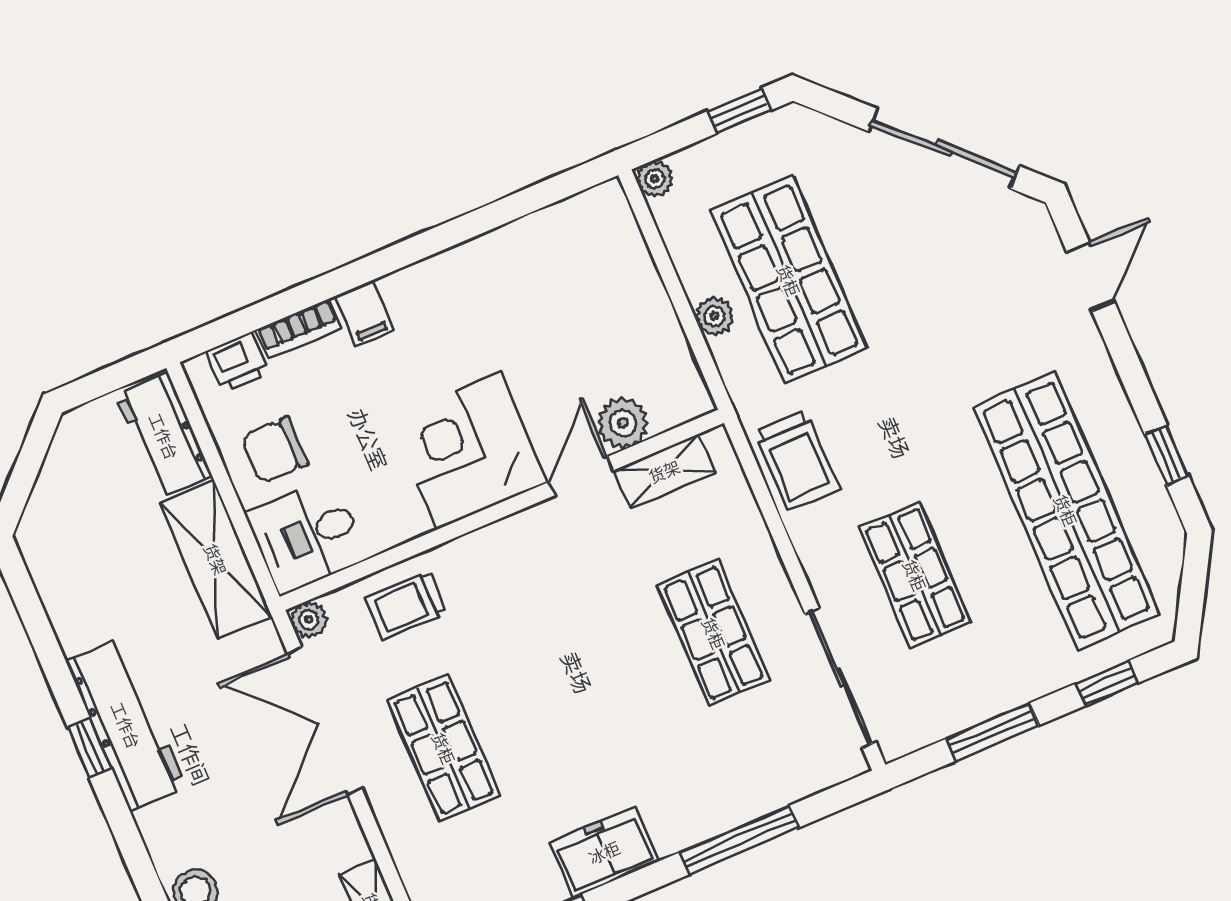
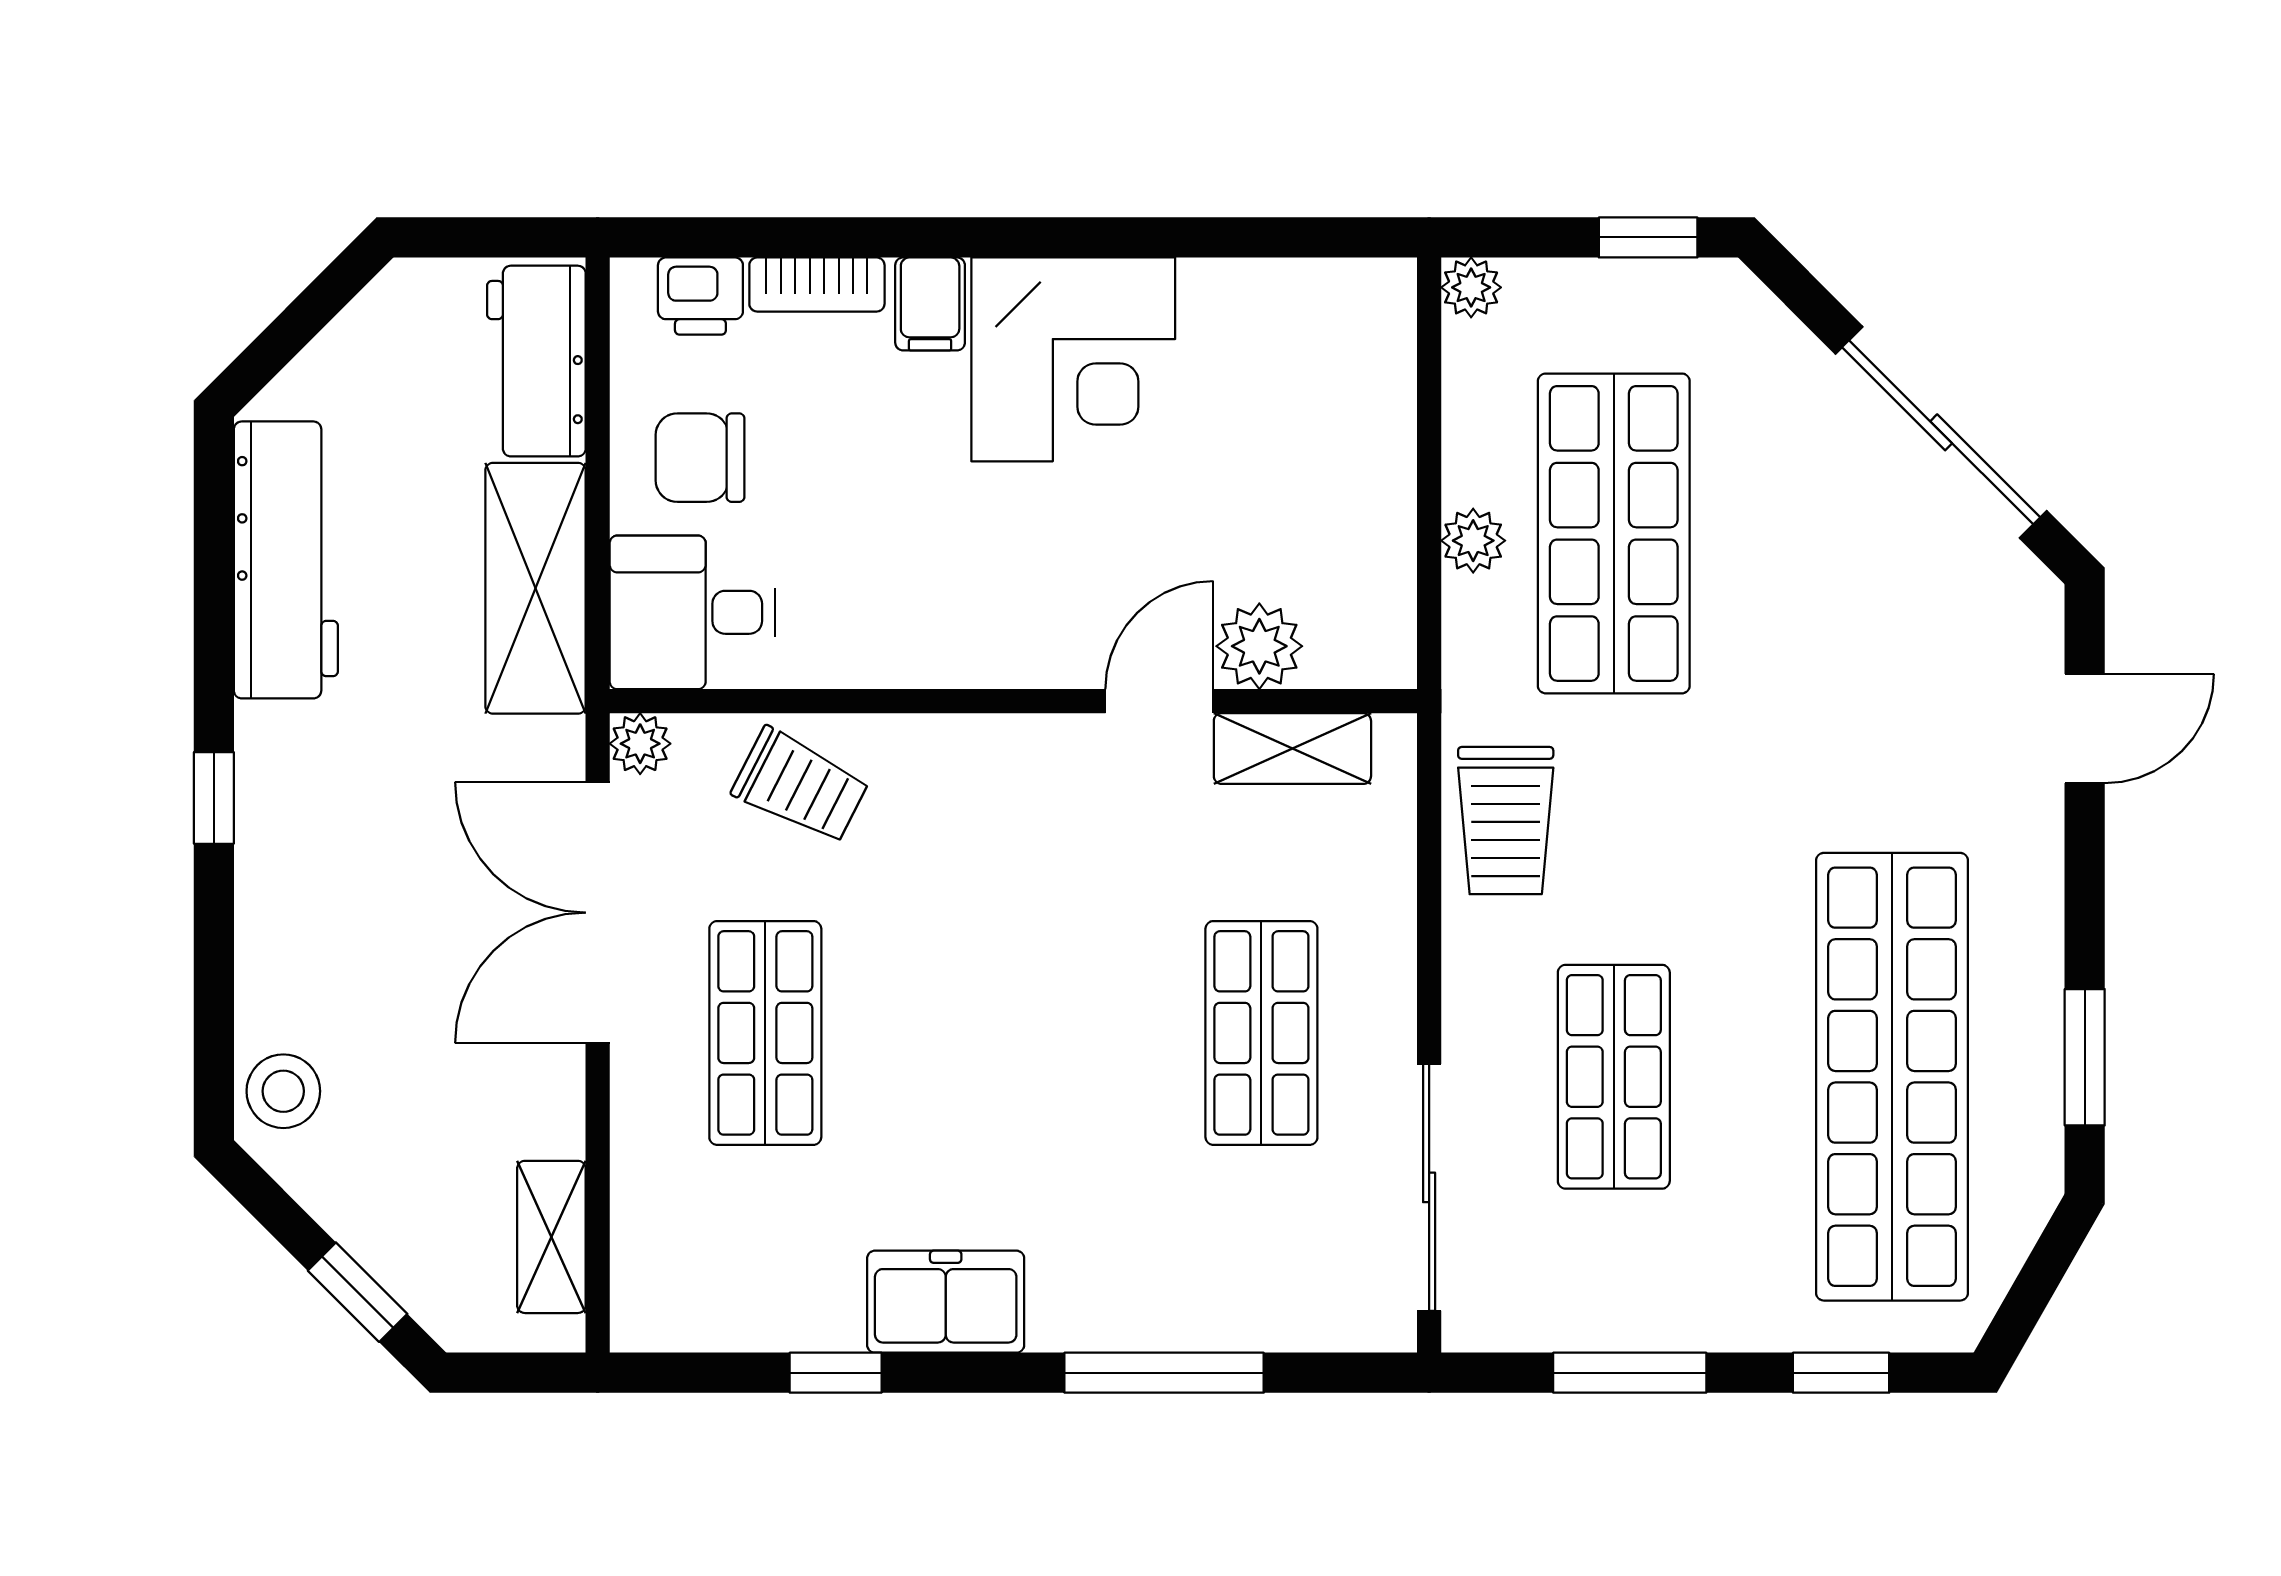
corner desk: (469, 451) -> (1073, 359), moved, turned 180
window: (1167, 455) -> (2085, 1057), width x1.50
trolley: (406, 605) -> (800, 786), turned -153
workbench: (126, 725) -> (286, 560), moved

